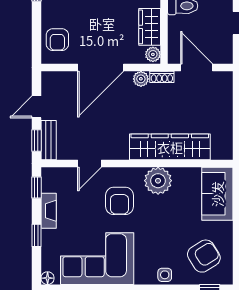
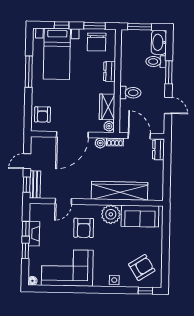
dresser: (225, 87) -> (158, 150), added
window: (36, 188) -> (26, 229), moved
sofa: (217, 194) -> (140, 216), moved, turned -90

